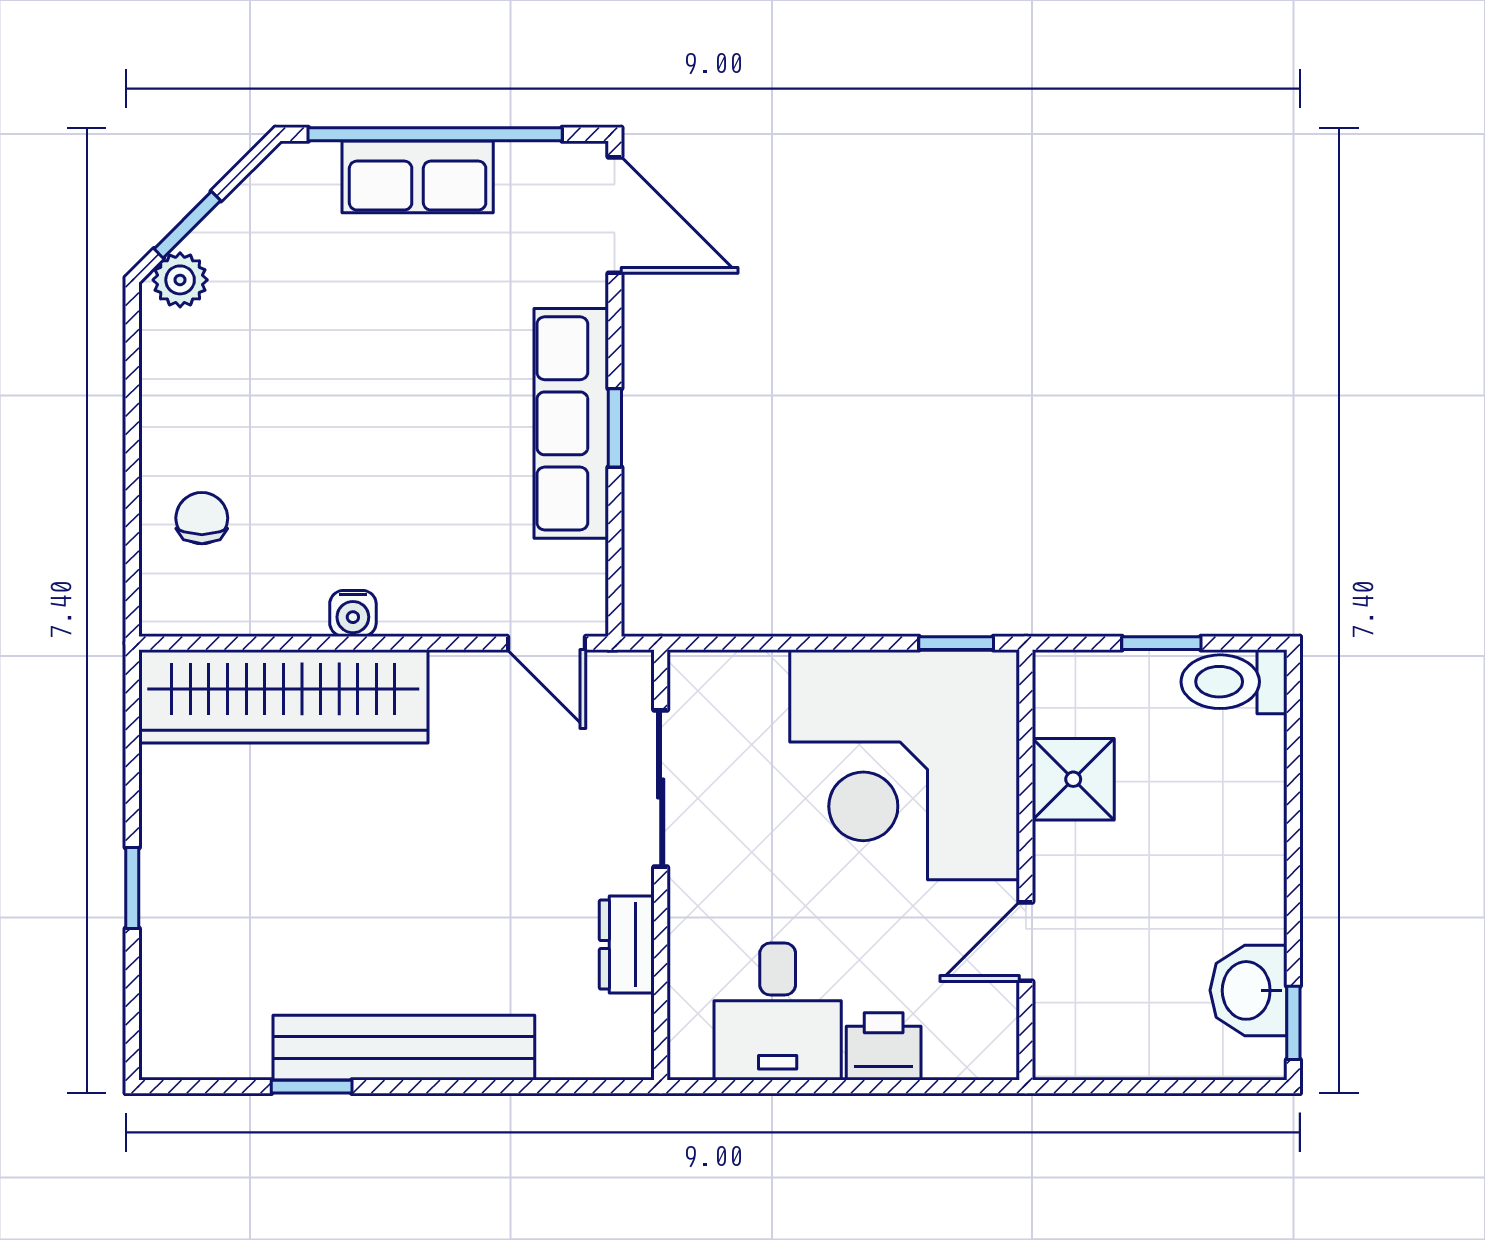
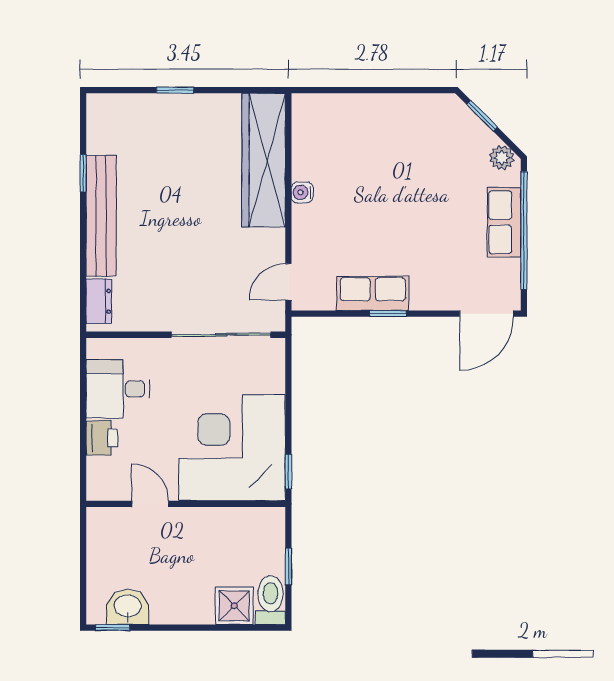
plant: (180, 280) -> (502, 158), moved
row of seats: (571, 423) -> (373, 293), width x0.68
chair: (202, 518) -> (346, 122), removed
shower: (1073, 779) -> (234, 606), moved
sliding door: (661, 788) -> (221, 335), width x1.37
dresser: (627, 945) -> (99, 301), moved, turned 90

